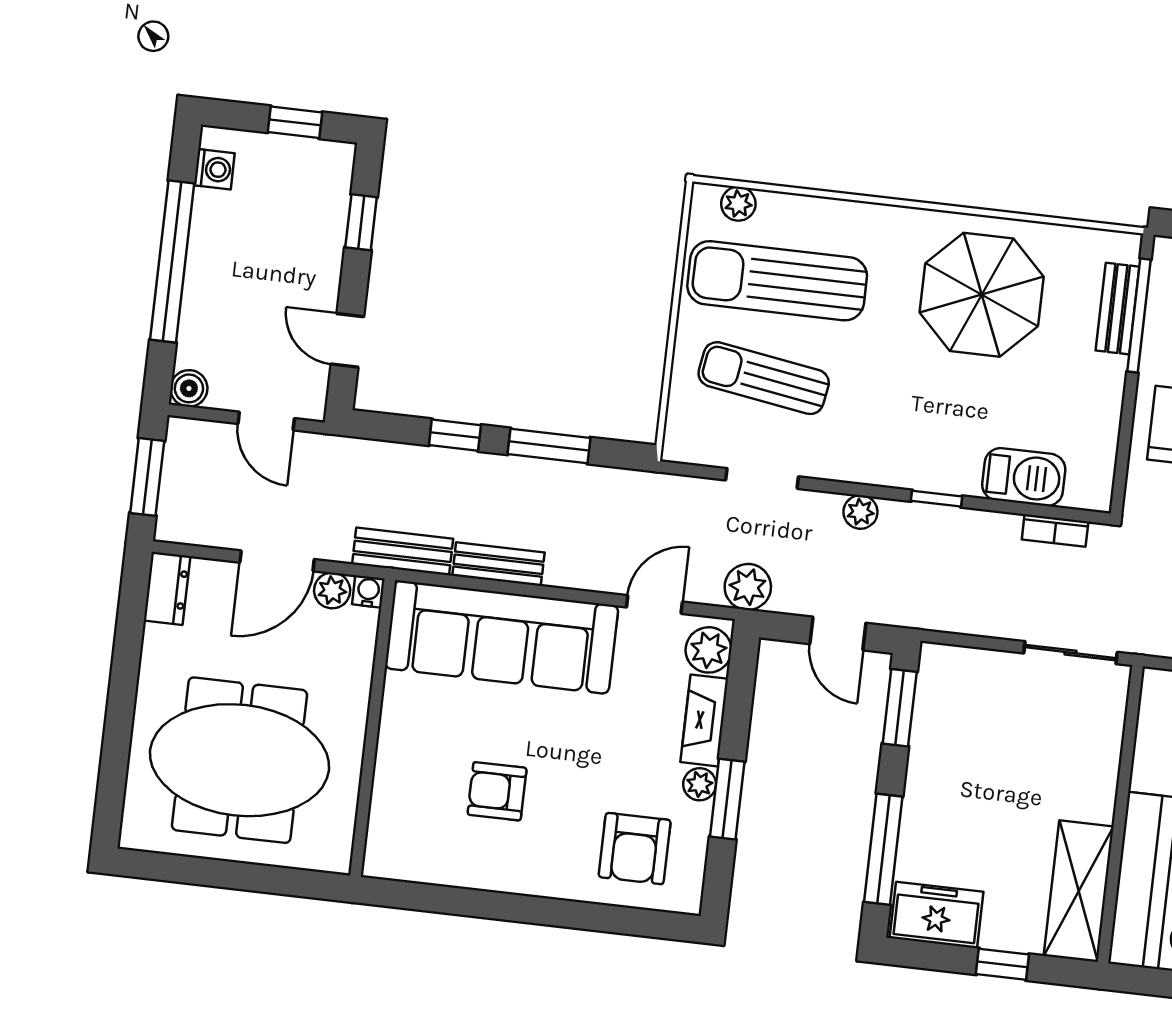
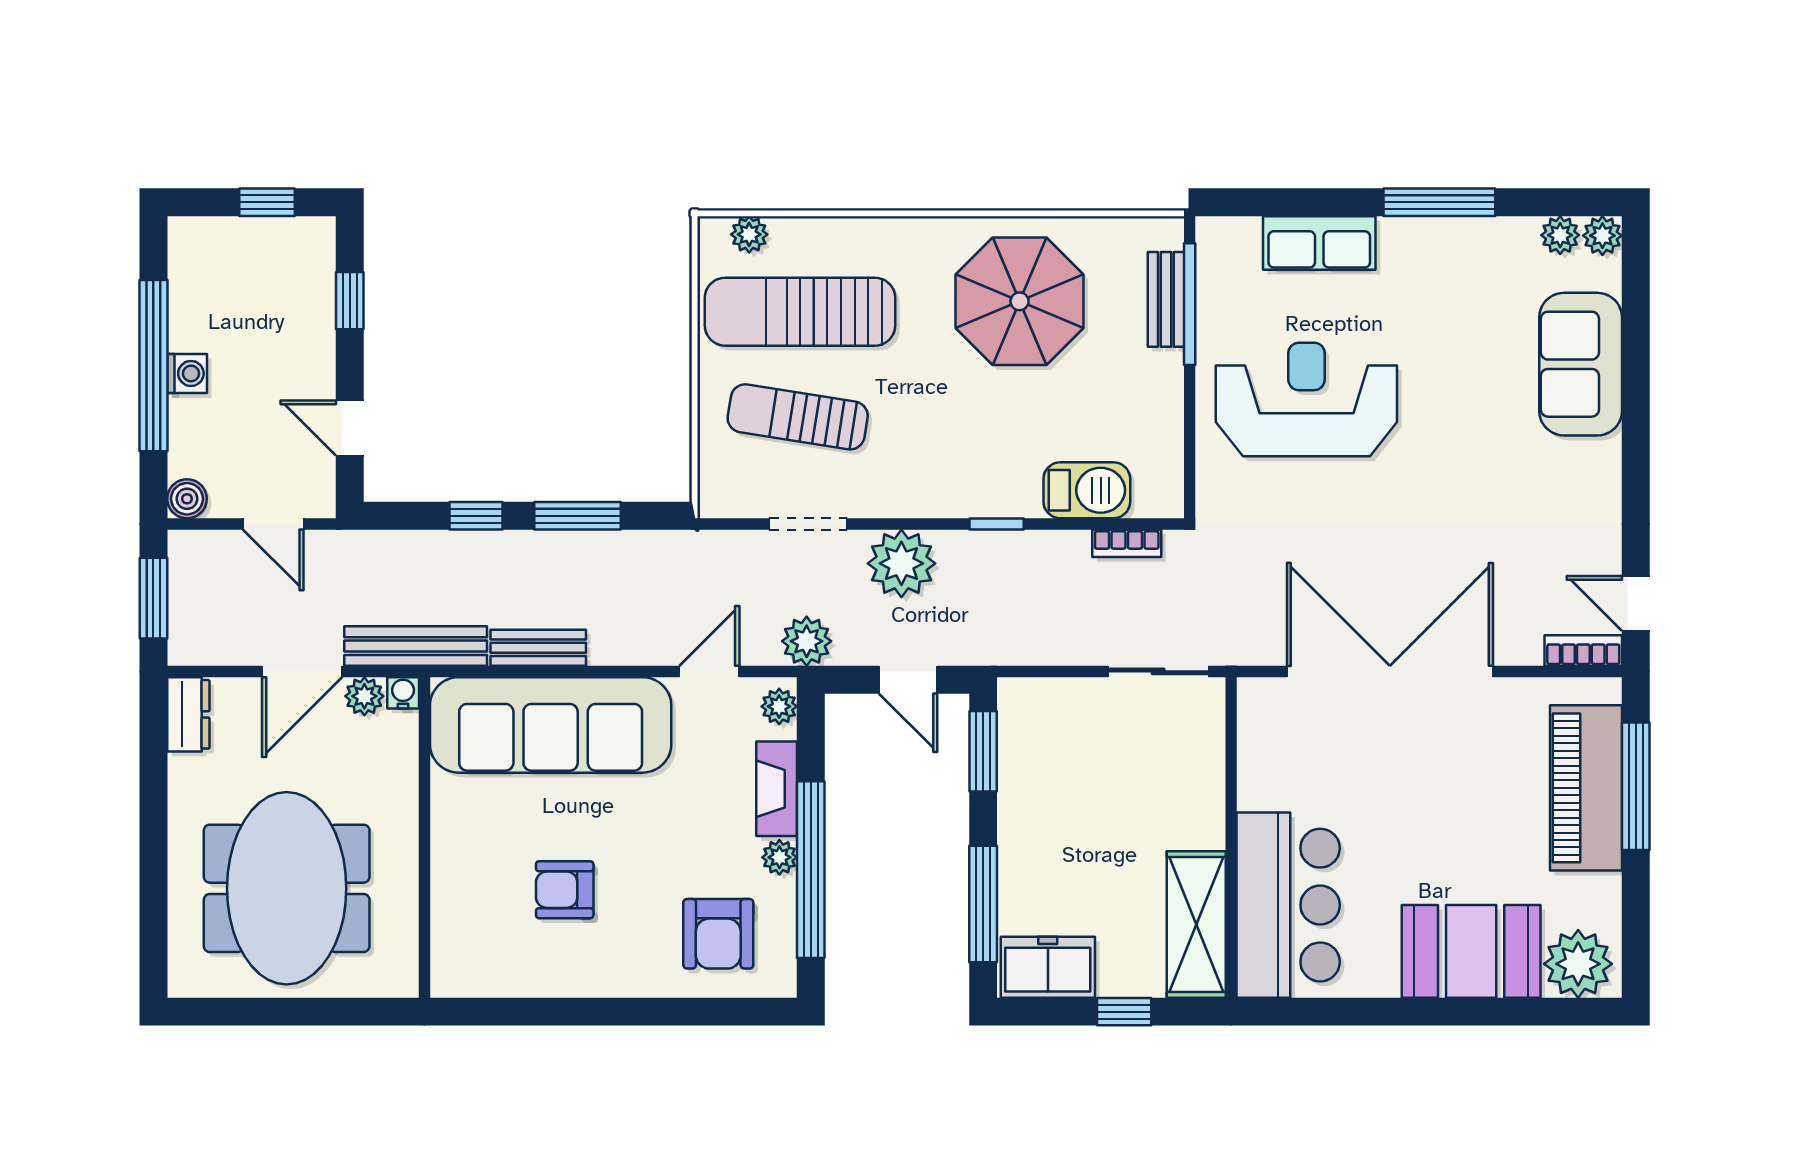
washing machine: (214, 169) -> (187, 373), moved
plant: (860, 512) -> (901, 563), width x1.87, depth x1.87
bench: (403, 551) -> (416, 646), width x1.36
plant: (709, 650) -> (779, 706), width x0.73, depth x0.73
meeting table: (240, 760) -> (287, 888), turned 90
window: (727, 799) -> (811, 870), width x2.11

